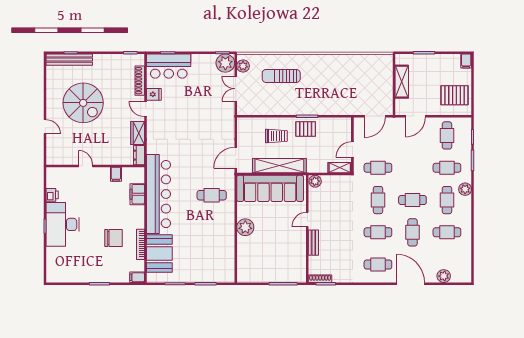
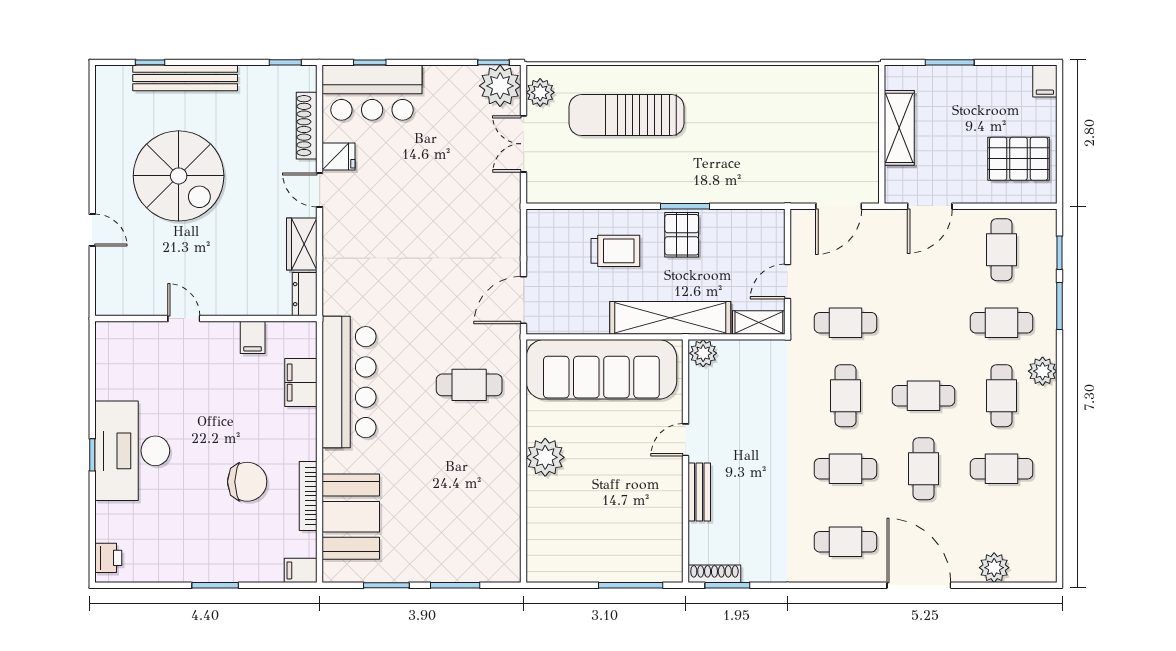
bench: (69, 60) -> (185, 78), moved
sun lounger: (281, 76) -> (626, 115), width x1.36, depth x1.34
pallet: (306, 129) -> (682, 235), turned 90
shelving: (279, 166) -> (670, 318), moved
bar counter: (159, 194) -> (349, 382), width x0.73
printer: (52, 195) -> (108, 558), moved

